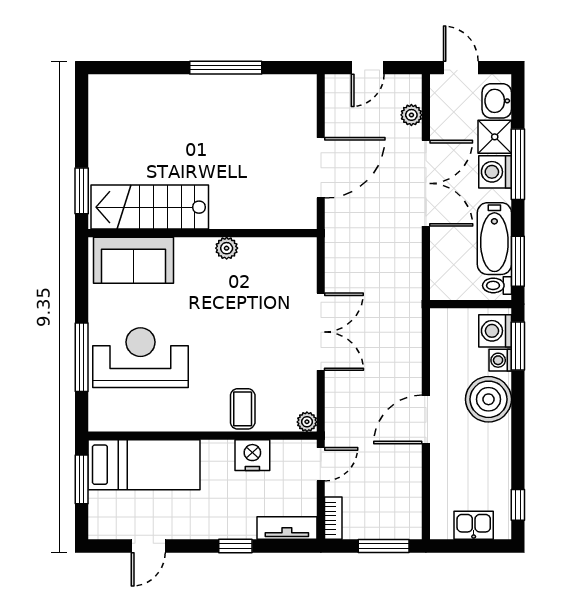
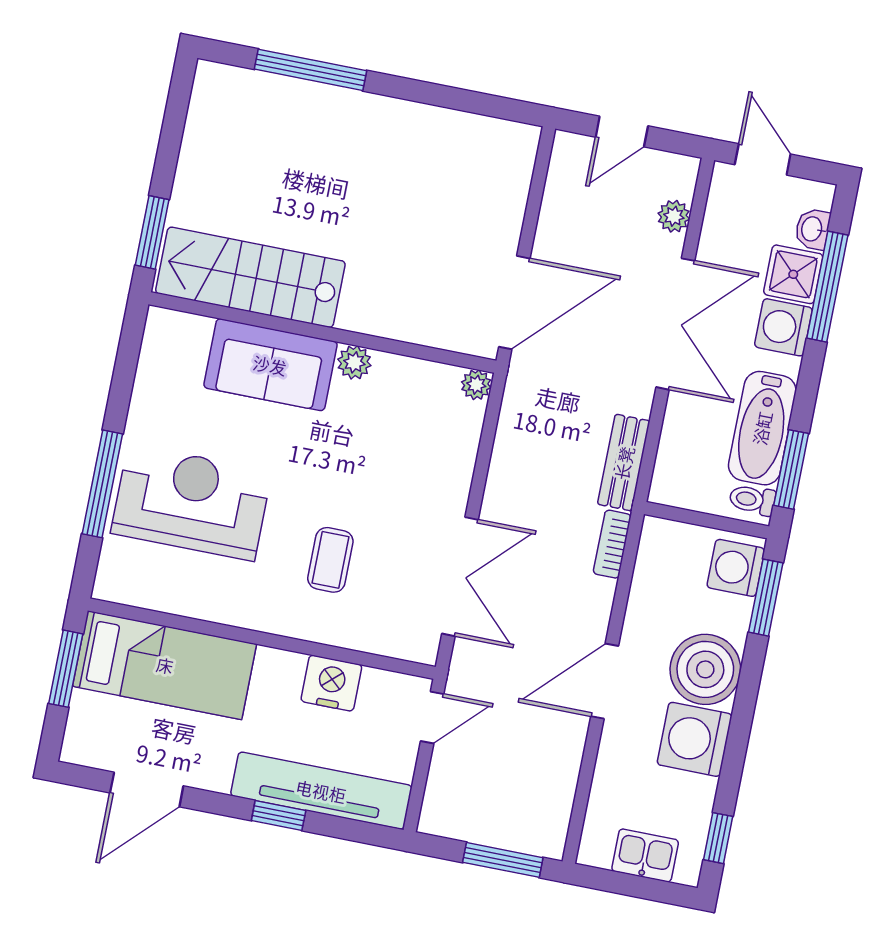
window: (226, 68) -> (311, 70), moved
washbasin: (497, 101) -> (813, 229), width x0.72, depth x0.69
window: (518, 164) -> (827, 287), moved
door: (321, 168) -> (514, 303), moved
sofa: (133, 260) -> (270, 365), moved
bench: (411, 278) -> (624, 463), added
double door: (321, 332) -> (460, 577), moved
washing machine: (500, 360) -> (695, 739), moved, width x1.89, depth x1.89
coffee table: (243, 409) -> (330, 560), moved
plant: (307, 422) -> (476, 385), moved
bookcase: (333, 518) -> (612, 544), moved, turned 180
tv unit: (287, 528) -> (321, 791), width x1.92, depth x1.29
door: (148, 546) -> (147, 789), width x1.38

